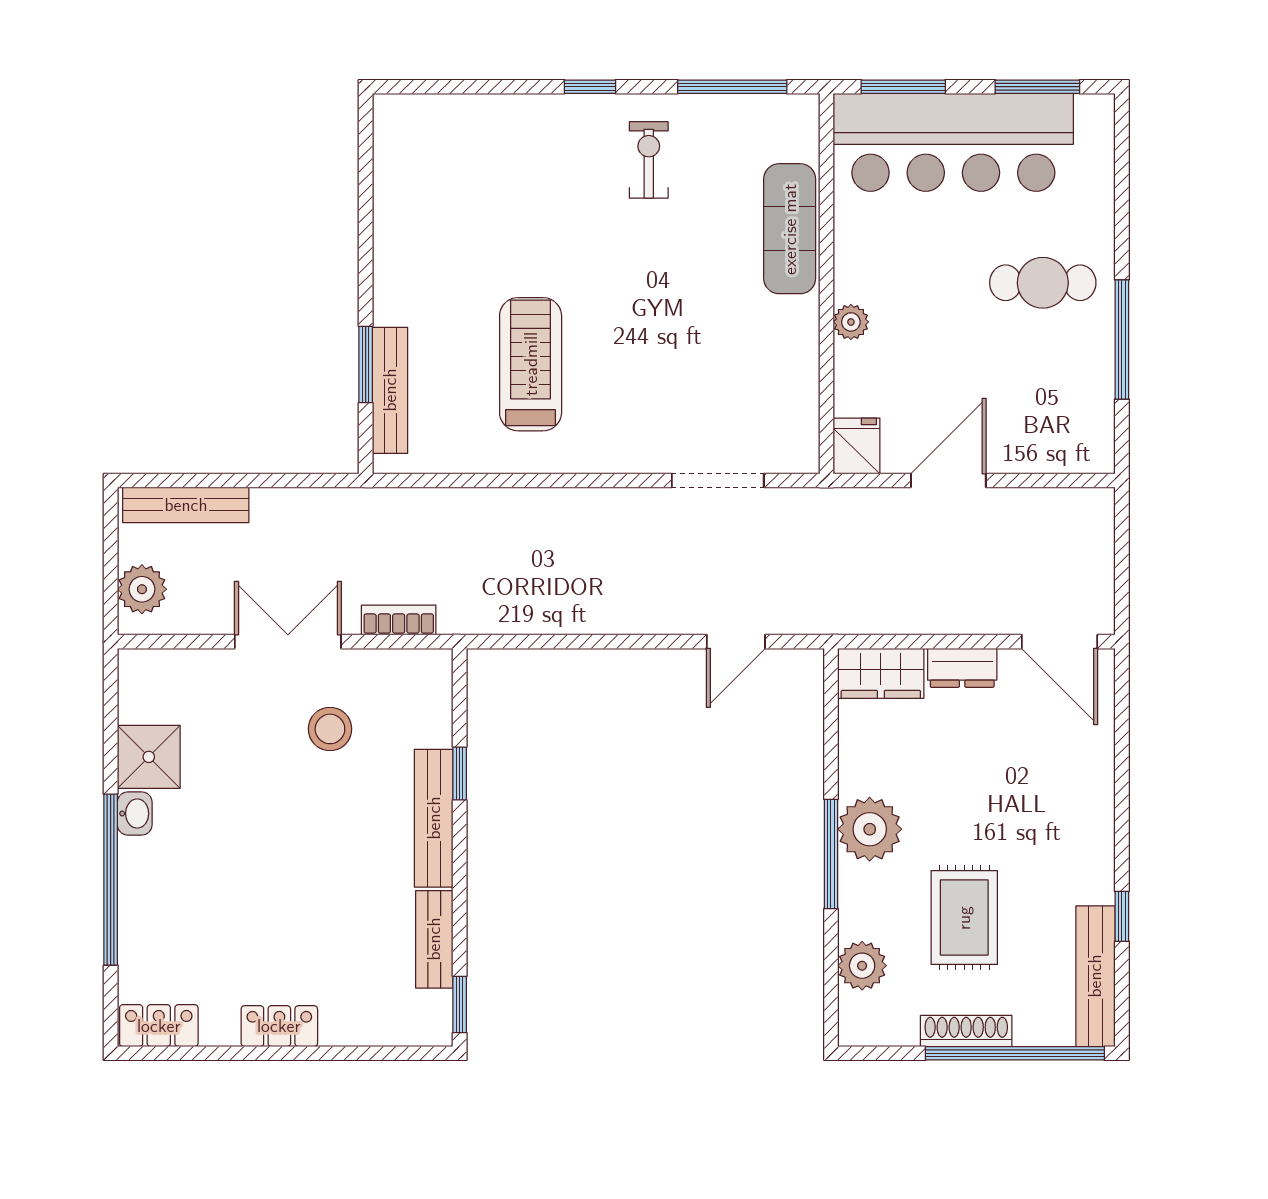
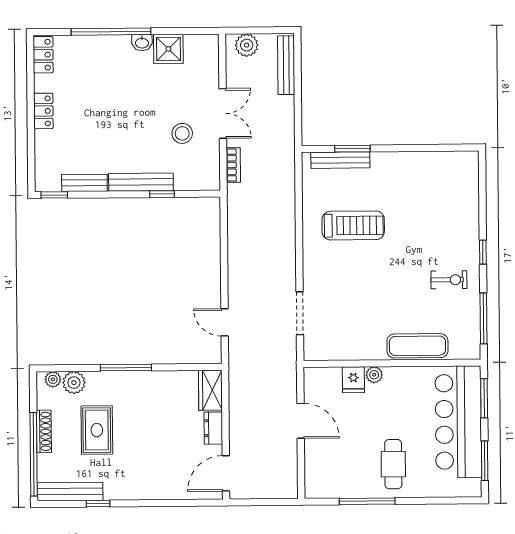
fridge: (857, 446) -> (353, 380), moved, turned 90
plant: (870, 829) -> (53, 379), moved, width x0.53, depth x0.53
rug: (964, 918) -> (97, 430), turned 90

